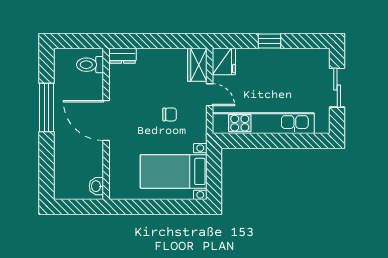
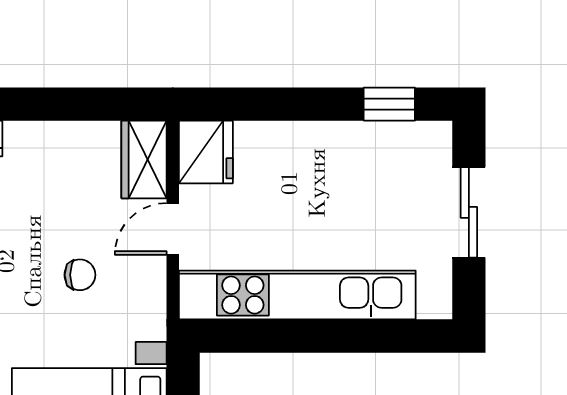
window: (269, 41) -> (389, 104), moved
door: (210, 95) -> (173, 229), swing flipped

